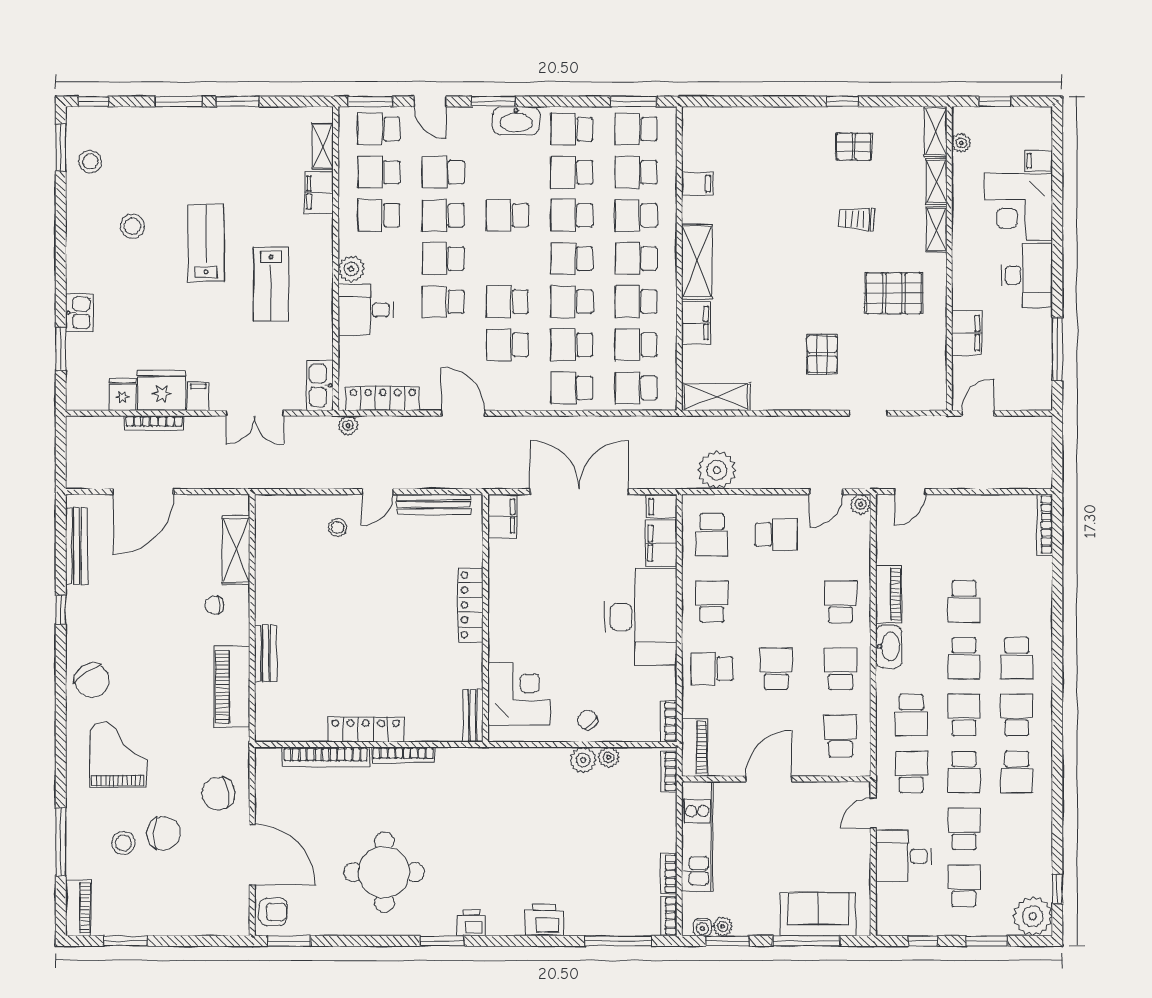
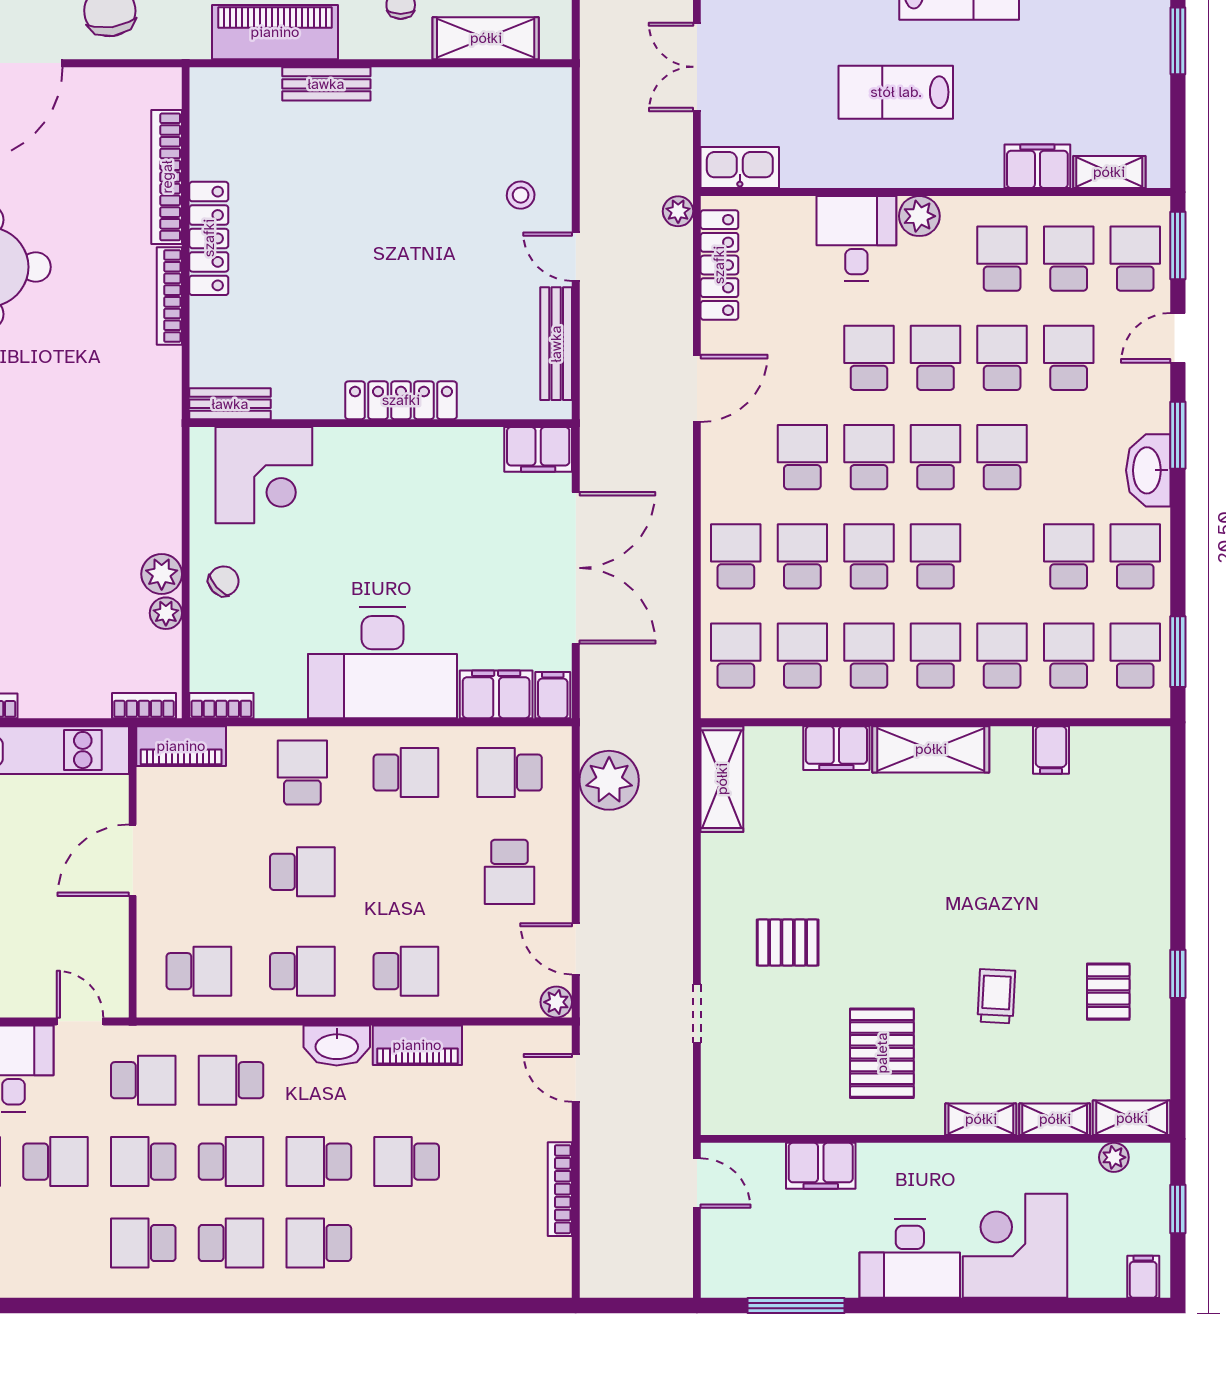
filing cabinet: (1039, 161) -> (1143, 1277), moved
school desk: (572, 215) -> (936, 457), moved
bookcase: (1045, 525) -> (560, 1189), moved, turned -90
door: (769, 779) -> (133, 860), swing flipped

